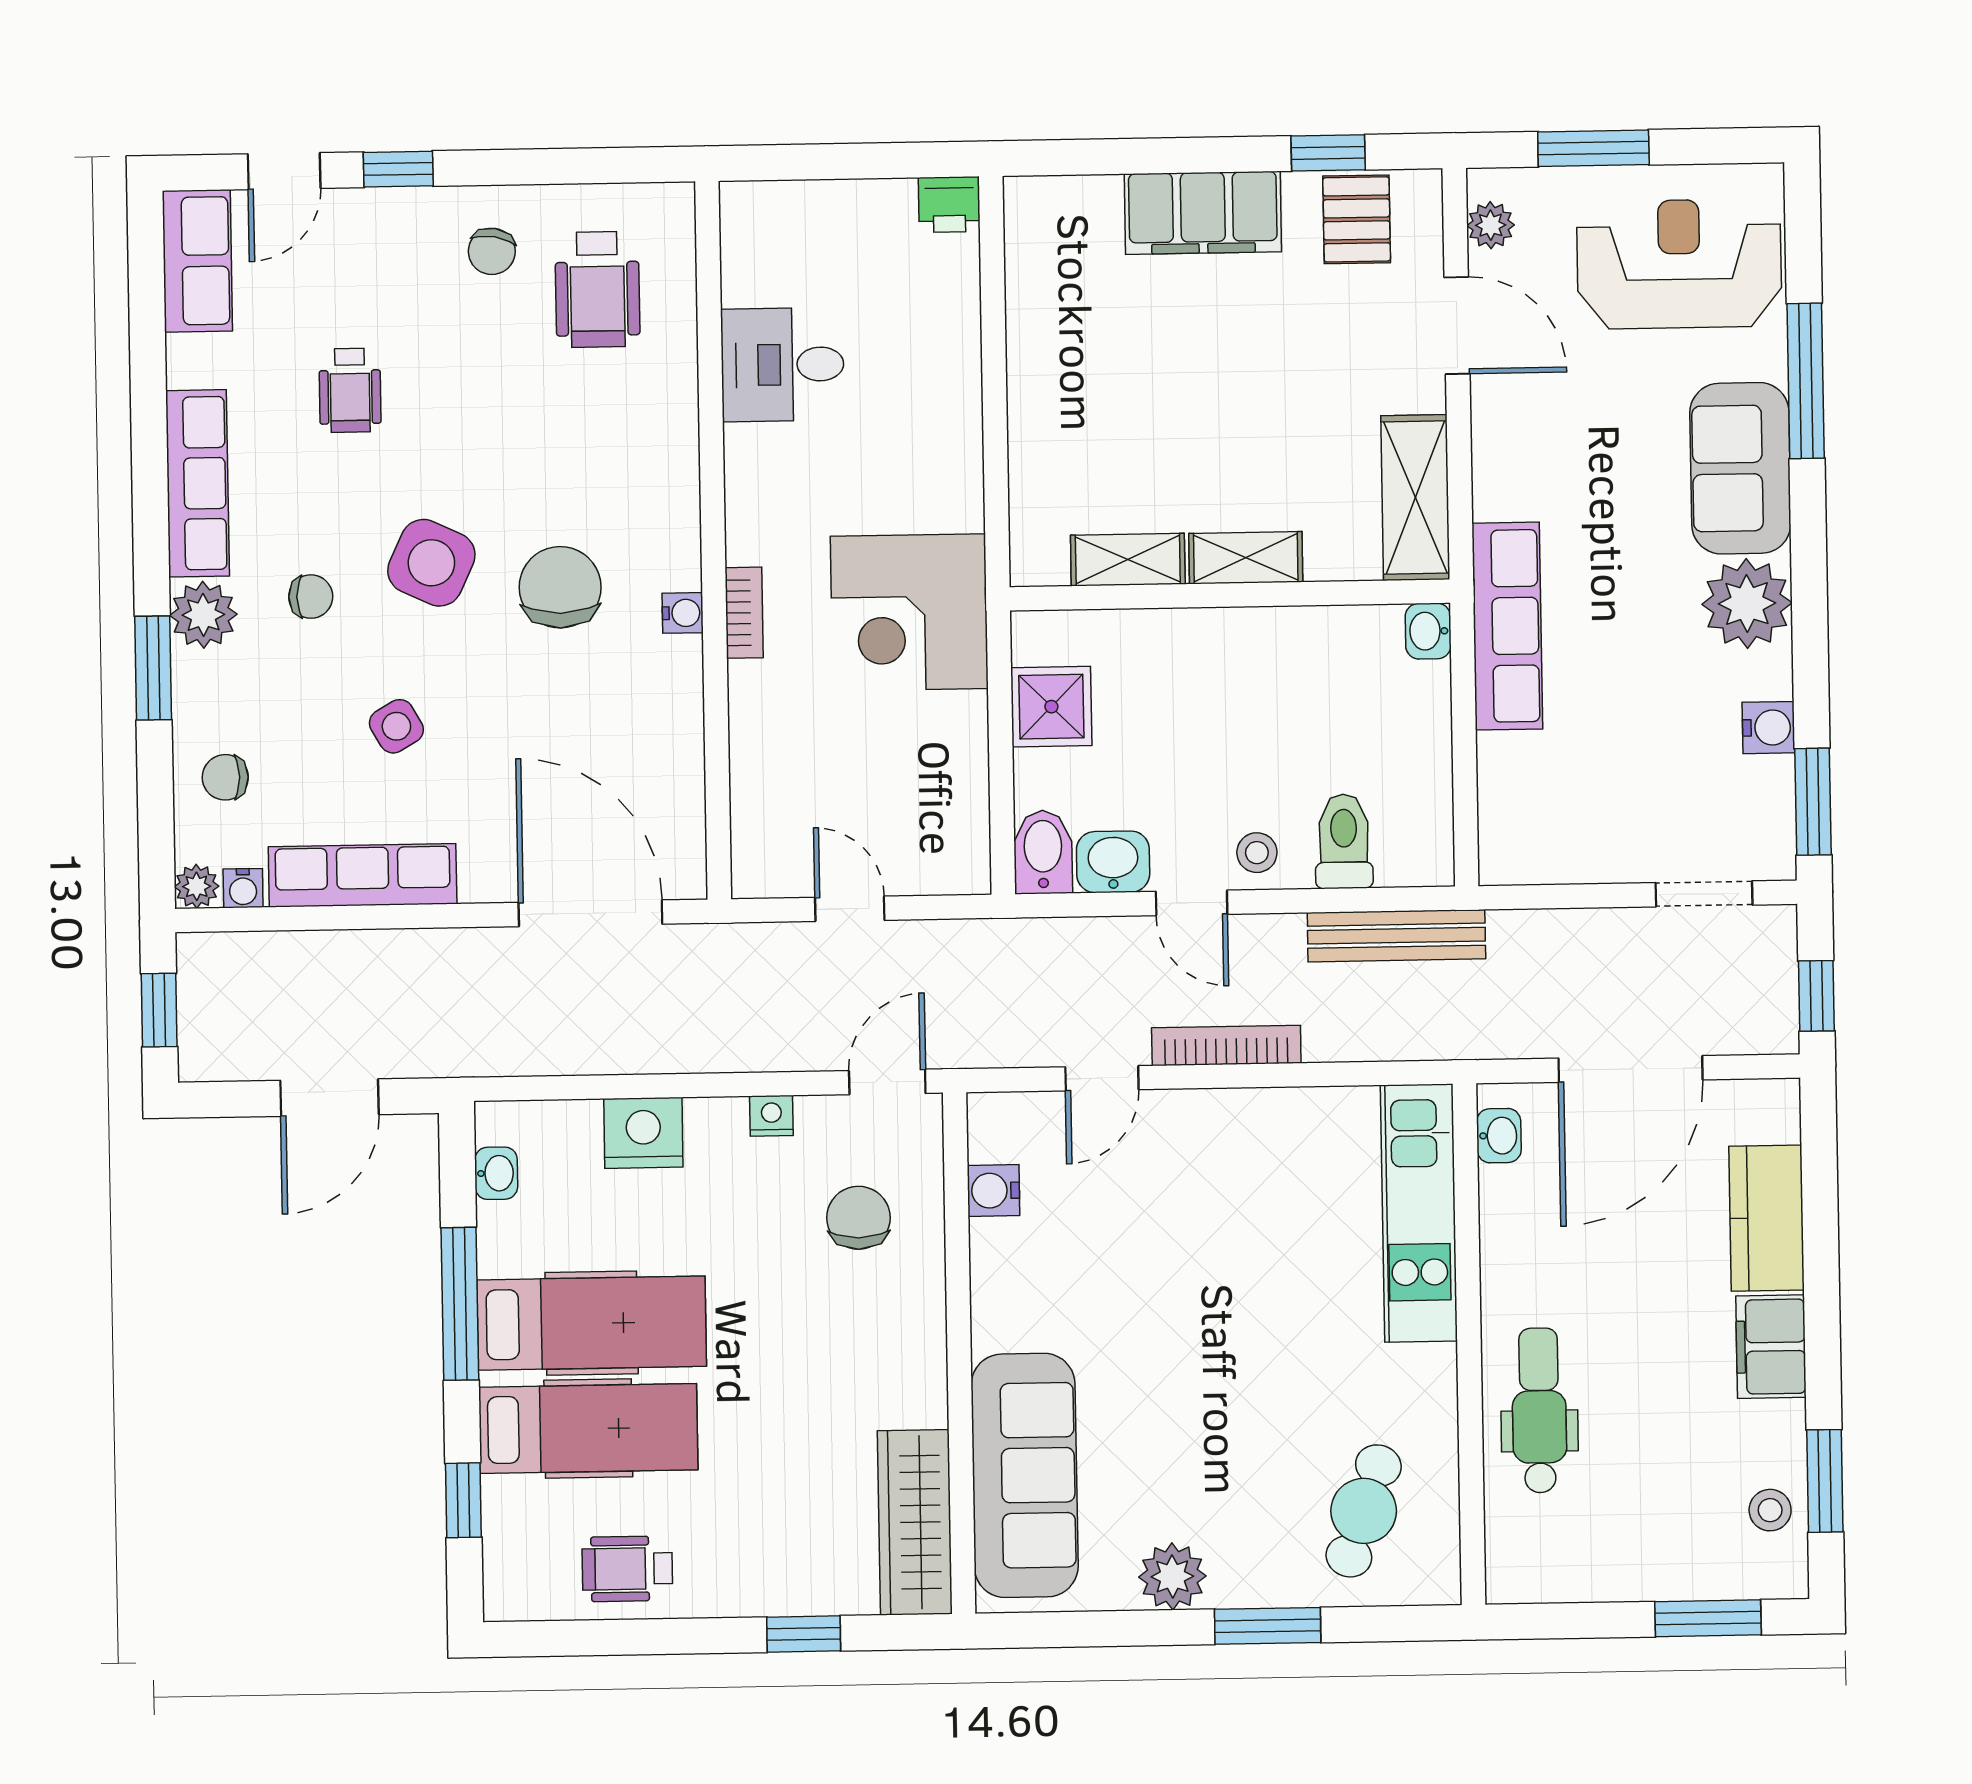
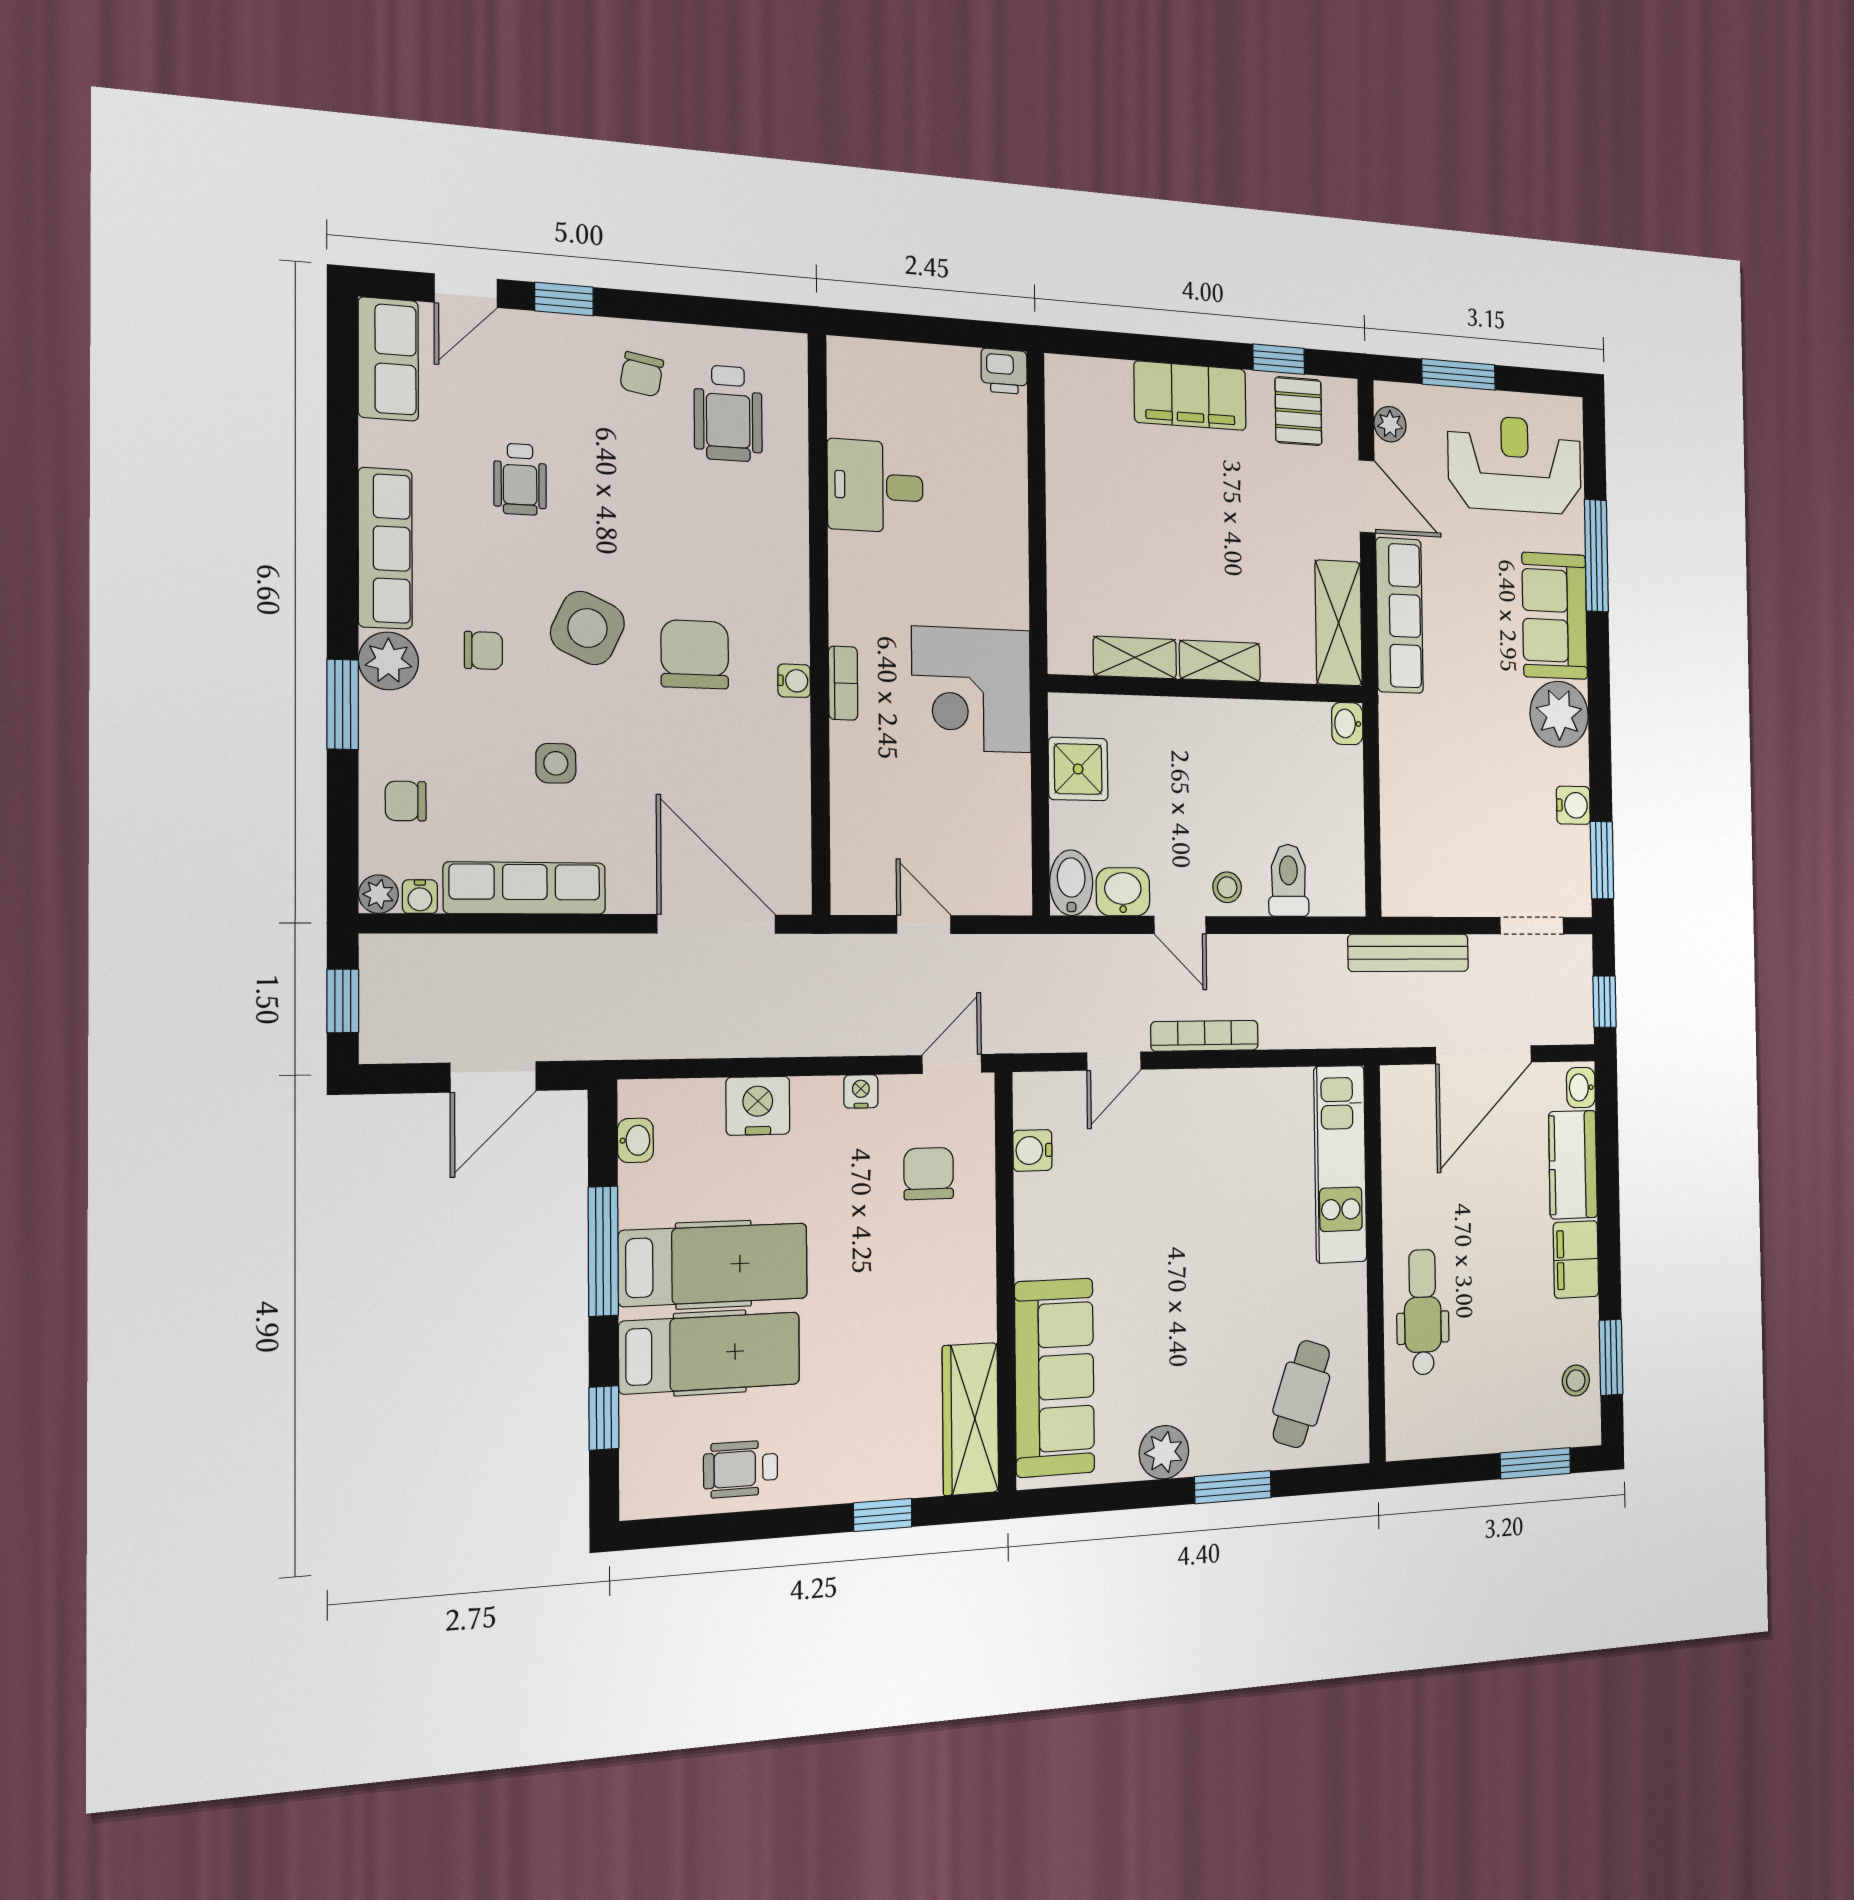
row of seats: (1507, 626) -> (1399, 615), moved
side table: (396, 726) -> (556, 763), turned 30
bench: (1396, 936) -> (1408, 953), moved
washbasin: (1499, 1136) -> (1581, 1087), moved, turned 180

